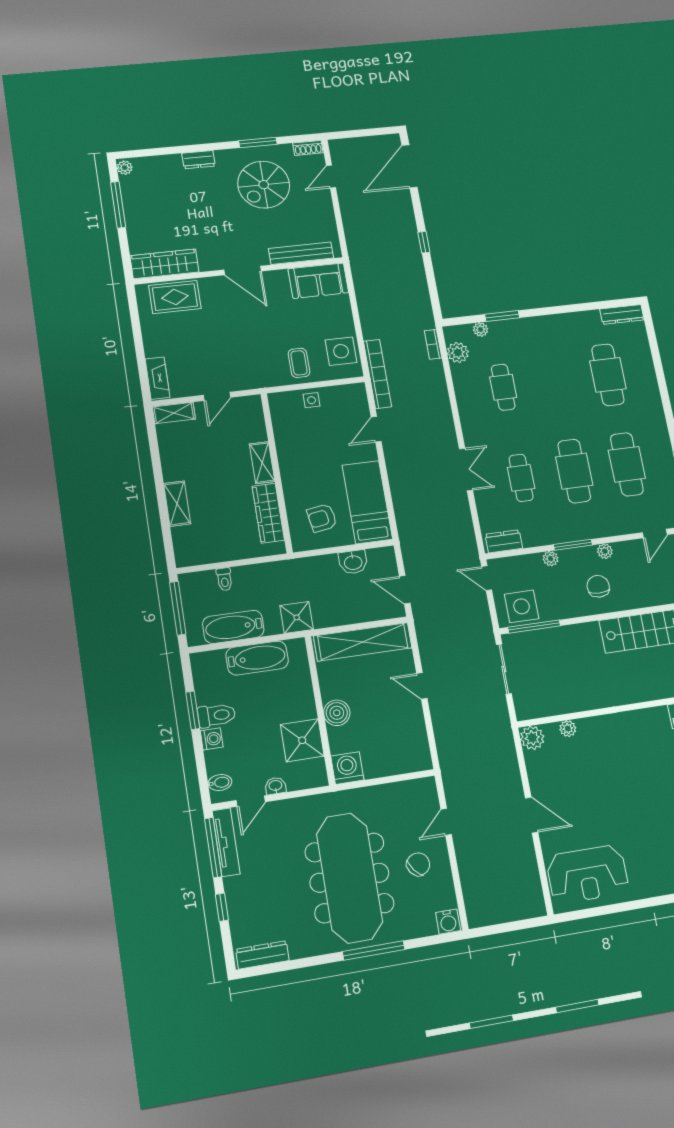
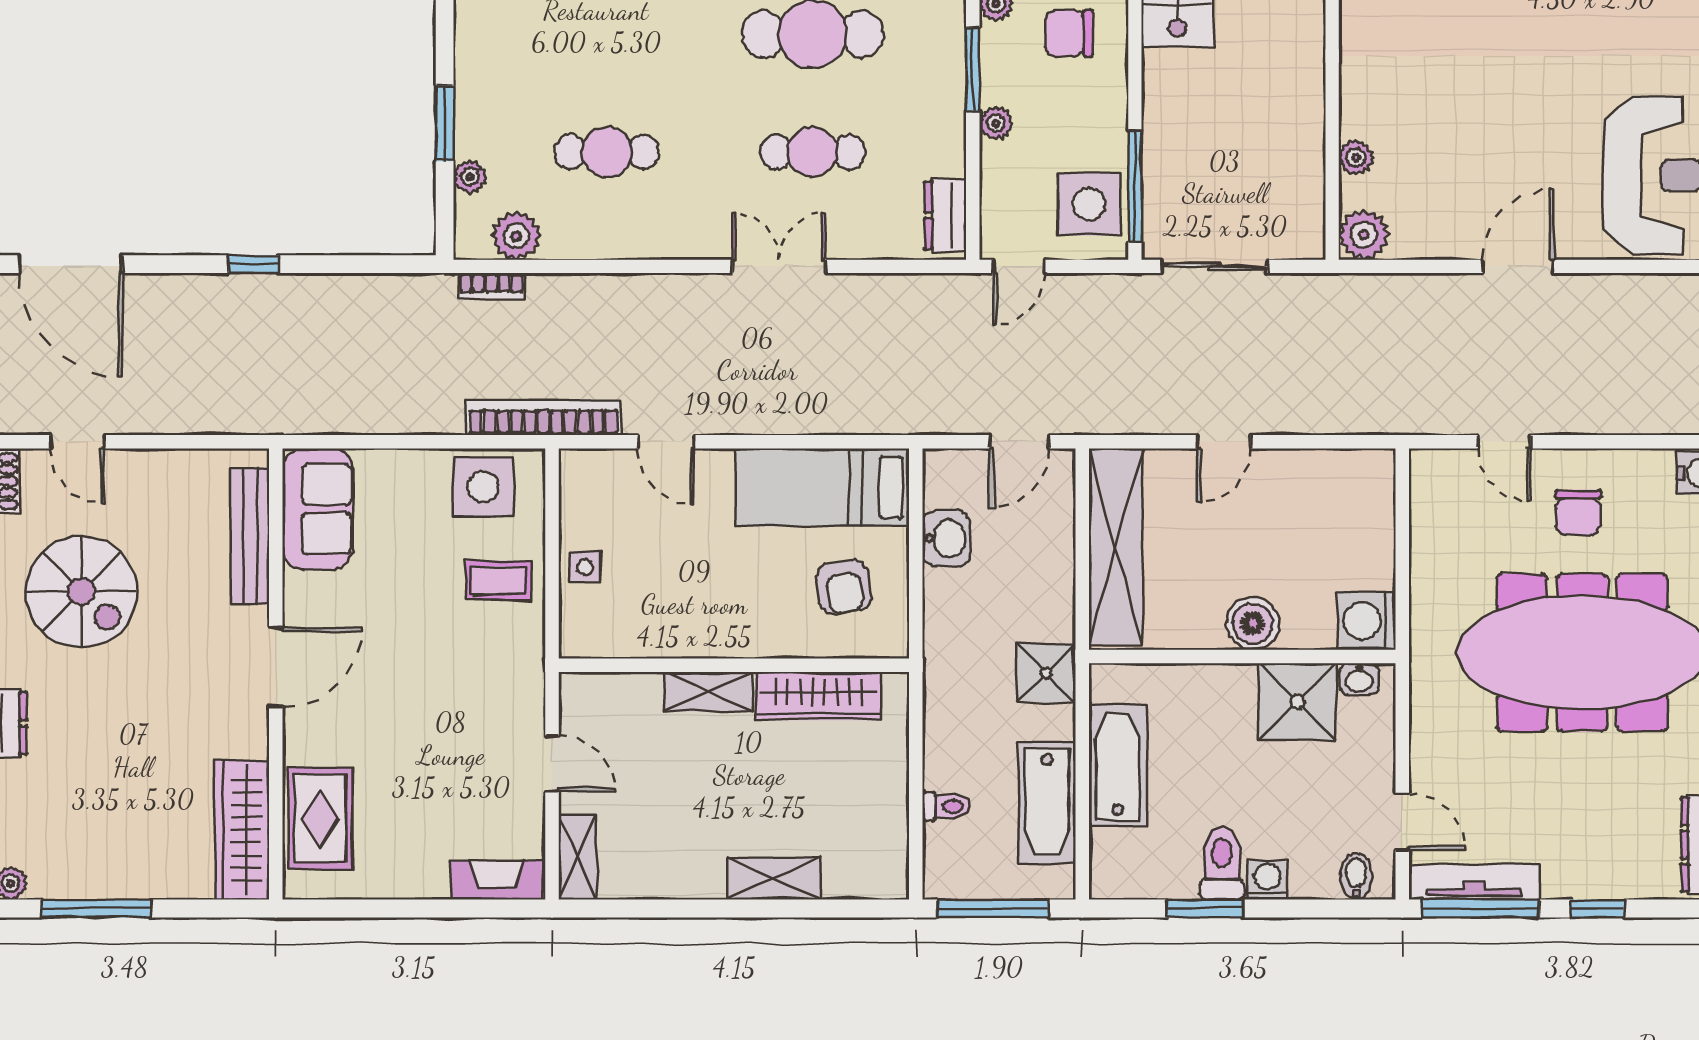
washbasin: (275, 786) -> (1359, 679), moved, turned -90
chair: (418, 864) -> (1578, 512), turned -142

